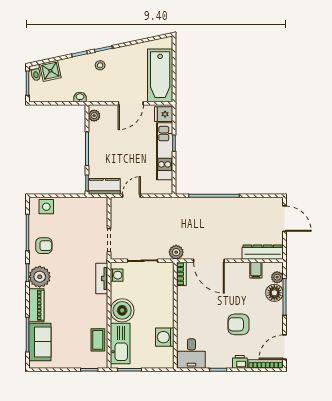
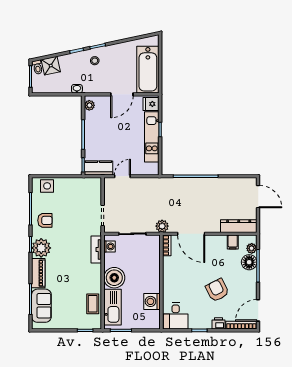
armchair: (238, 324) -> (217, 290), turned 63

